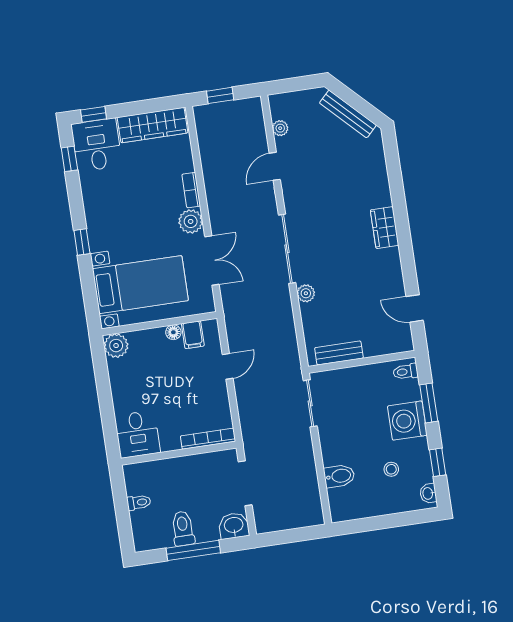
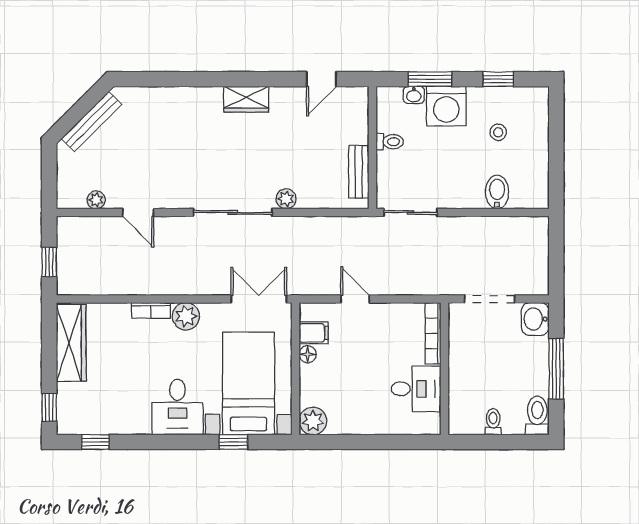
desk: (97, 145) -> (177, 407), moved, turned -90
wardrobe: (385, 228) -> (246, 99), moved
window: (82, 242) -> (234, 442), moved
double door: (212, 261) -> (259, 299), moved
toilet: (406, 372) -> (390, 142), moved, turned -90
desk: (137, 434) -> (416, 389), moved
washbasin: (428, 493) -> (414, 95), moved
toilet: (183, 528) -> (537, 415), moved, turned 90

